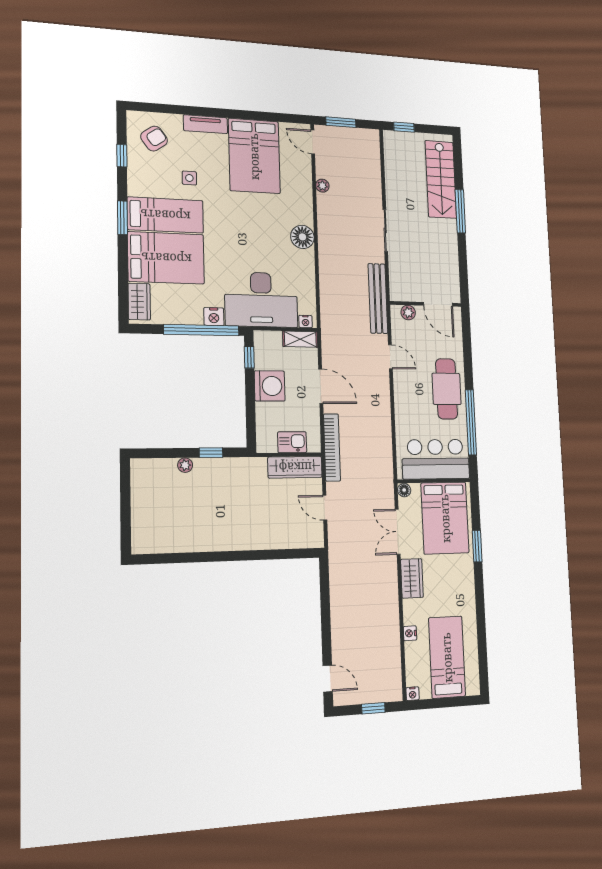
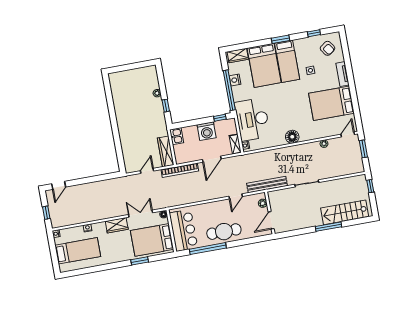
nightstand: (214, 317) -> (235, 80), moved
kitchen sink: (292, 442) -> (177, 136), moved

